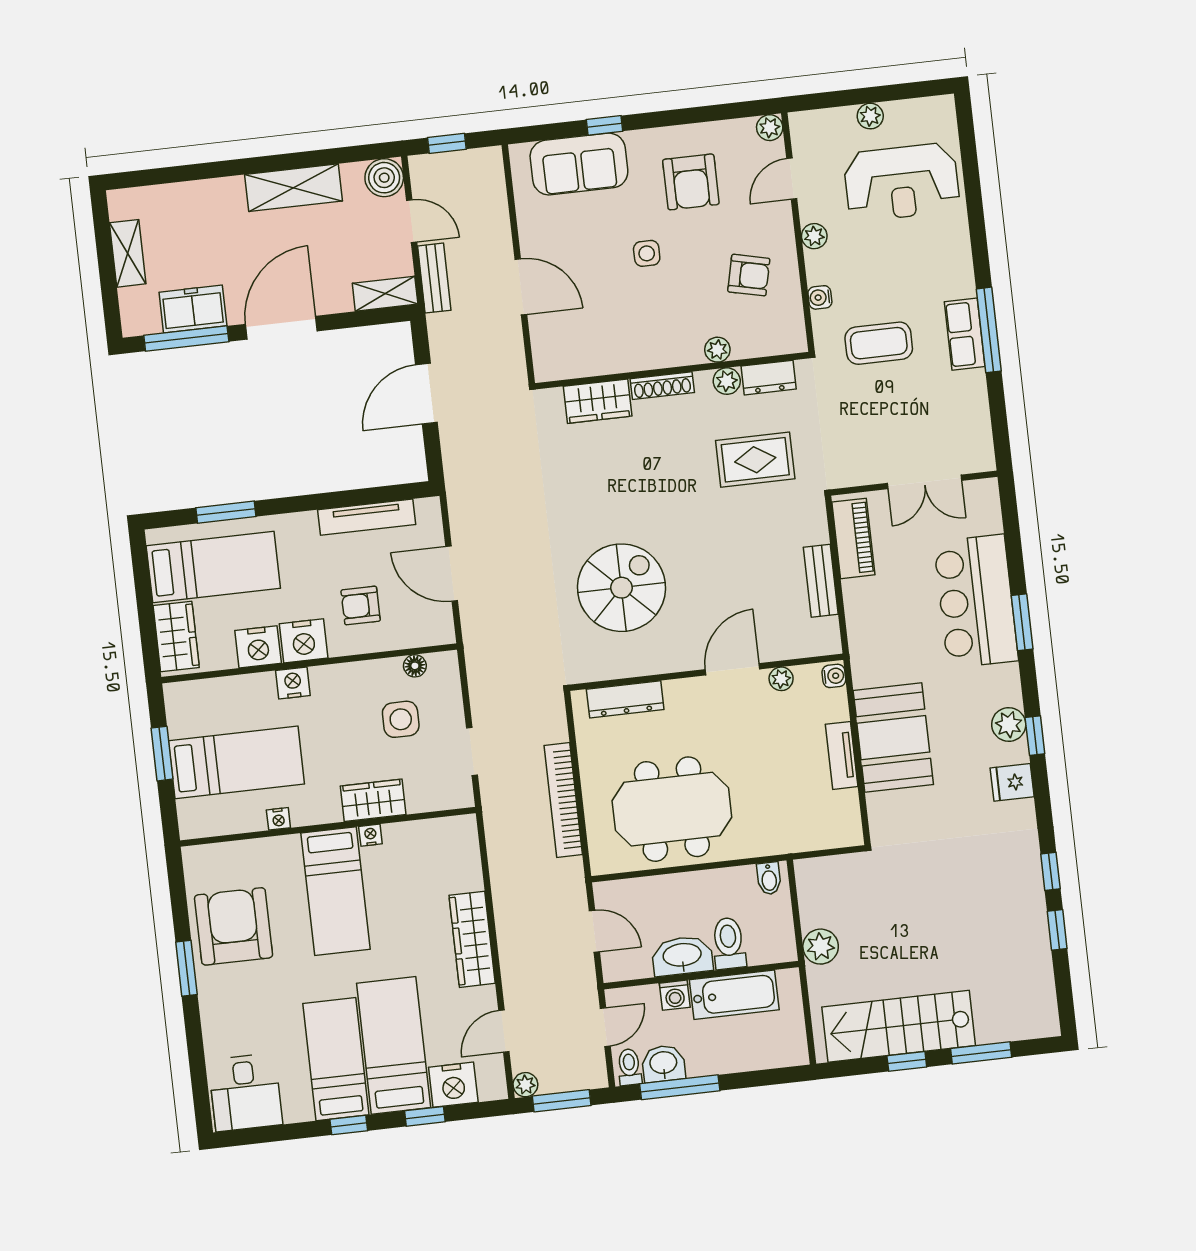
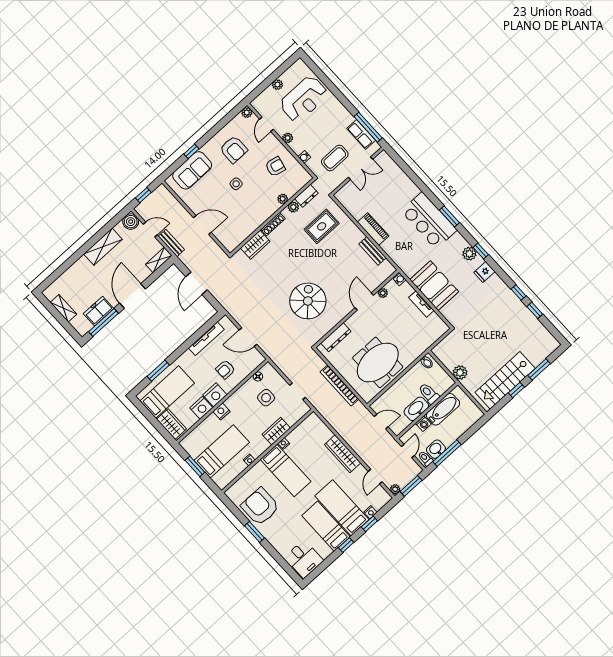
double door: (924, 482) -> (361, 168), moved
wall: (914, 483) -> (357, 171), moved
nightstand: (453, 1085) -> (370, 512), width x0.53, depth x0.56

